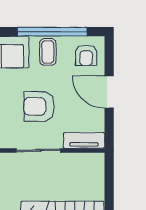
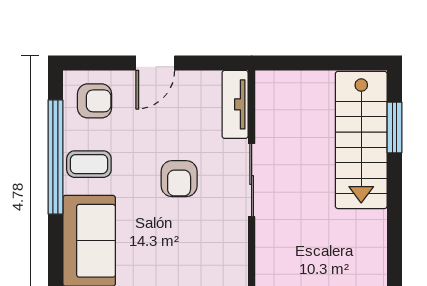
door: (109, 92) -> (155, 63), width x0.73
armchair: (39, 106) -> (179, 179), width x0.72, depth x0.72

